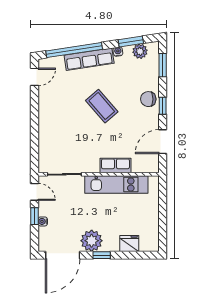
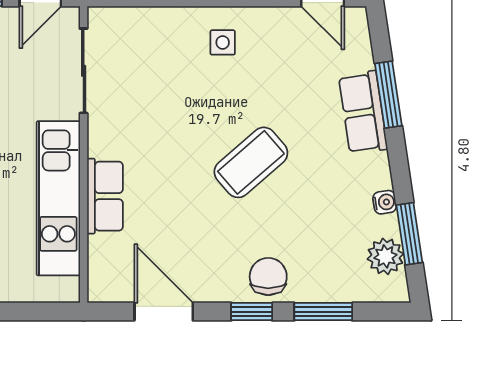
window: (74, 50) -> (388, 95), width x0.47
row of seats: (89, 59) -> (363, 112), width x0.68
window: (163, 65) -> (323, 312), moved
side table: (53, 118) -> (223, 42), added

